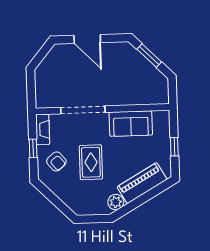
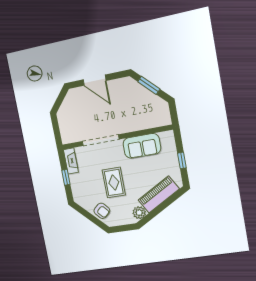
armchair: (56, 161) -> (102, 211), moved

